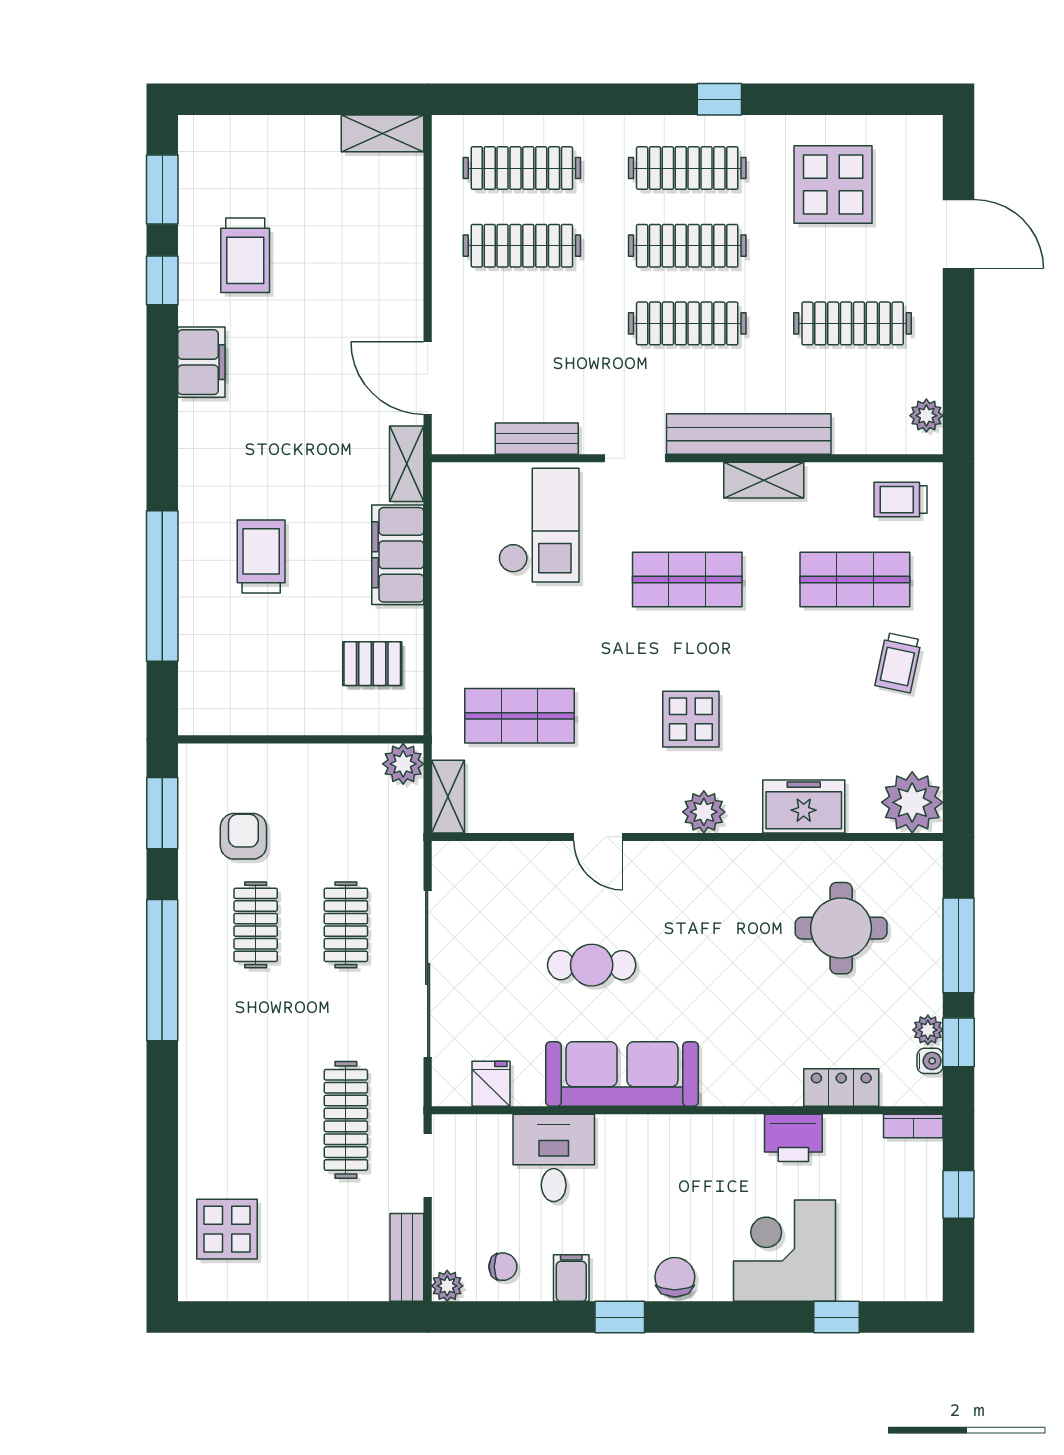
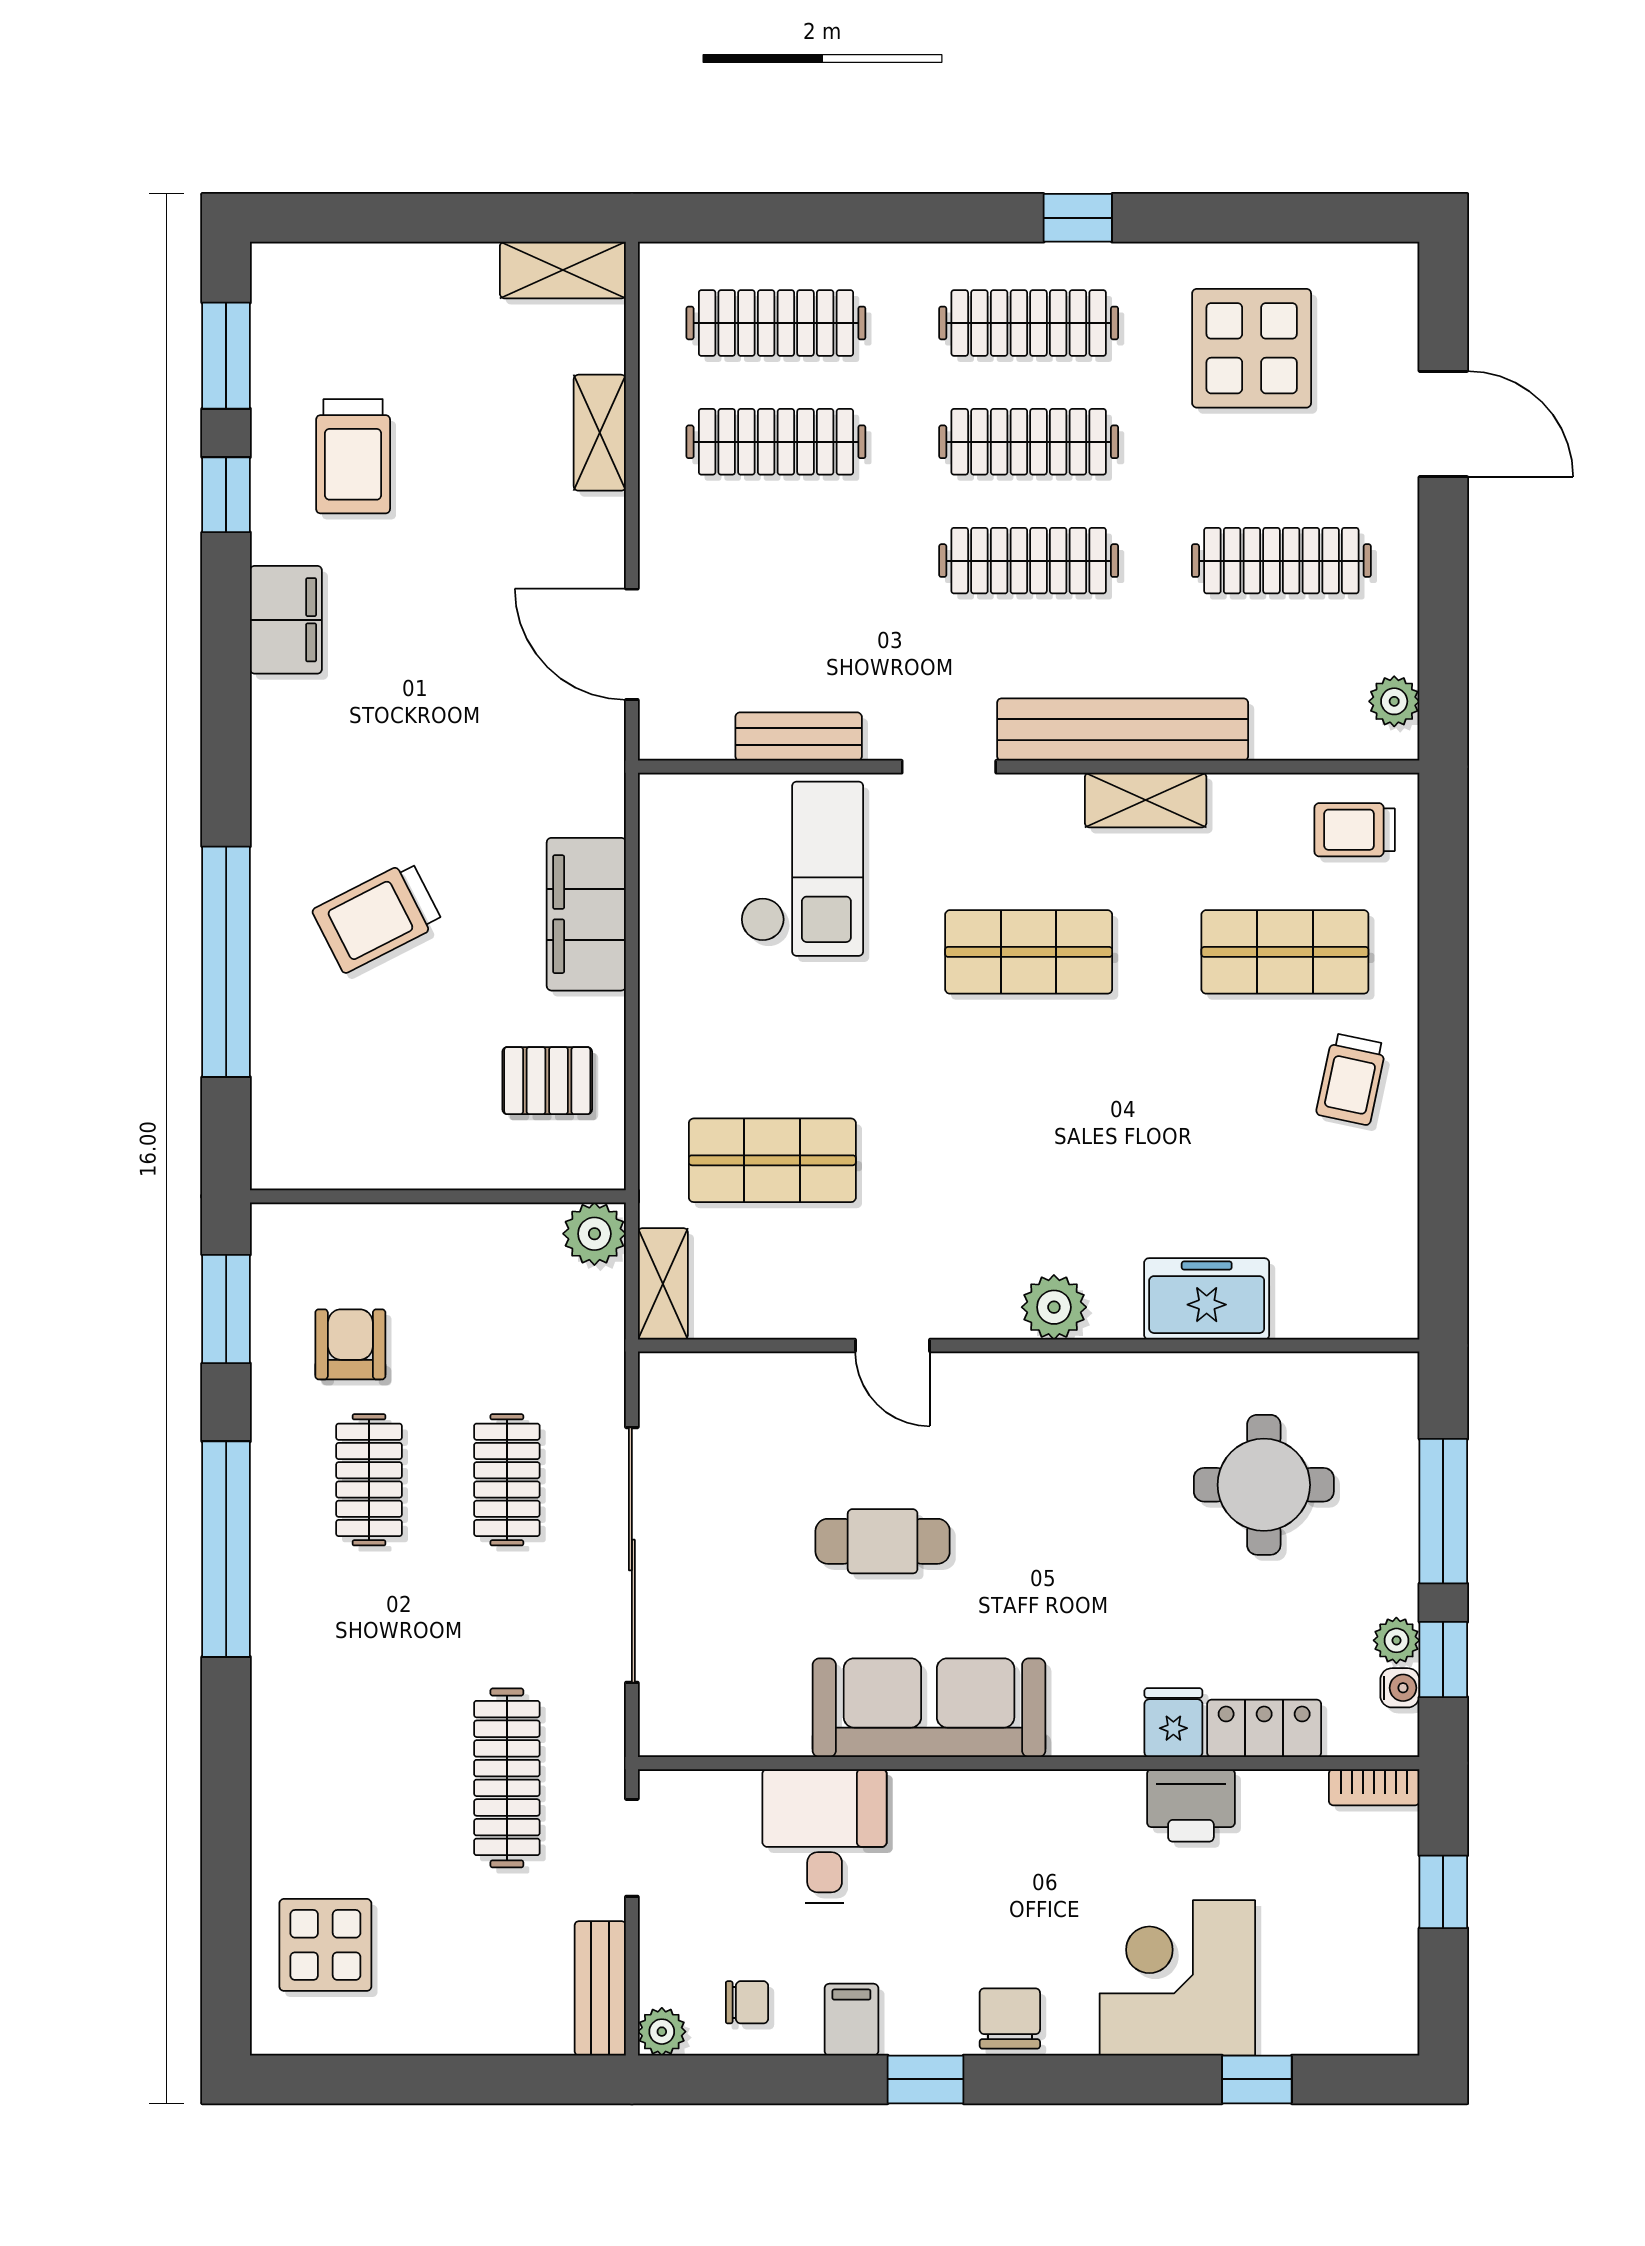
shelving: (407, 464) -> (600, 433), moved
trolley: (261, 557) -> (377, 917), turned -117
display table: (691, 719) -> (1034, 1165), removed
plant: (912, 802) -> (1373, 1293), removed
fridge: (491, 1084) -> (1173, 1723), moved

